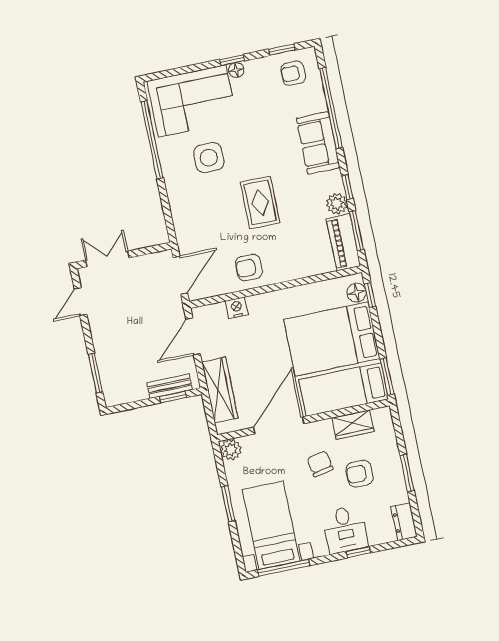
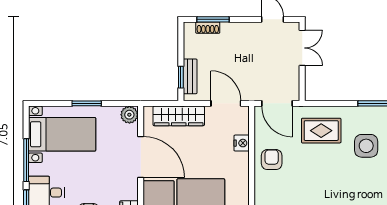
rug: (260, 203) -> (321, 131), moved
shoe rack: (107, 377) -> (208, 28), added
chair: (320, 464) -> (103, 184), removed
window: (284, 568) -> (26, 160), moved

